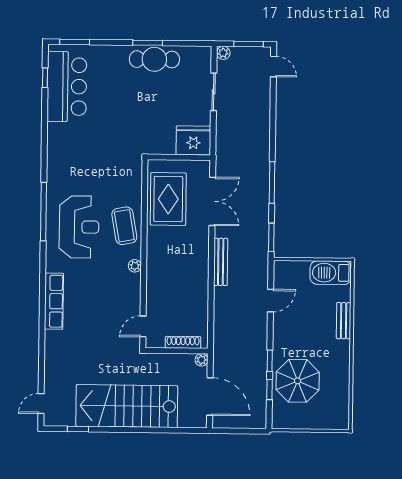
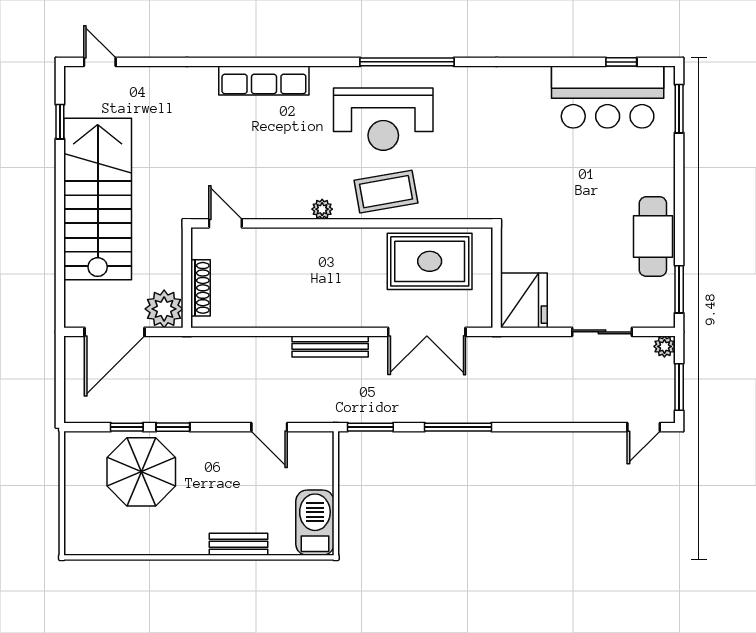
window: (148, 43) -> (679, 289), moved
plant: (202, 360) -> (164, 309), width x1.87, depth x1.87

